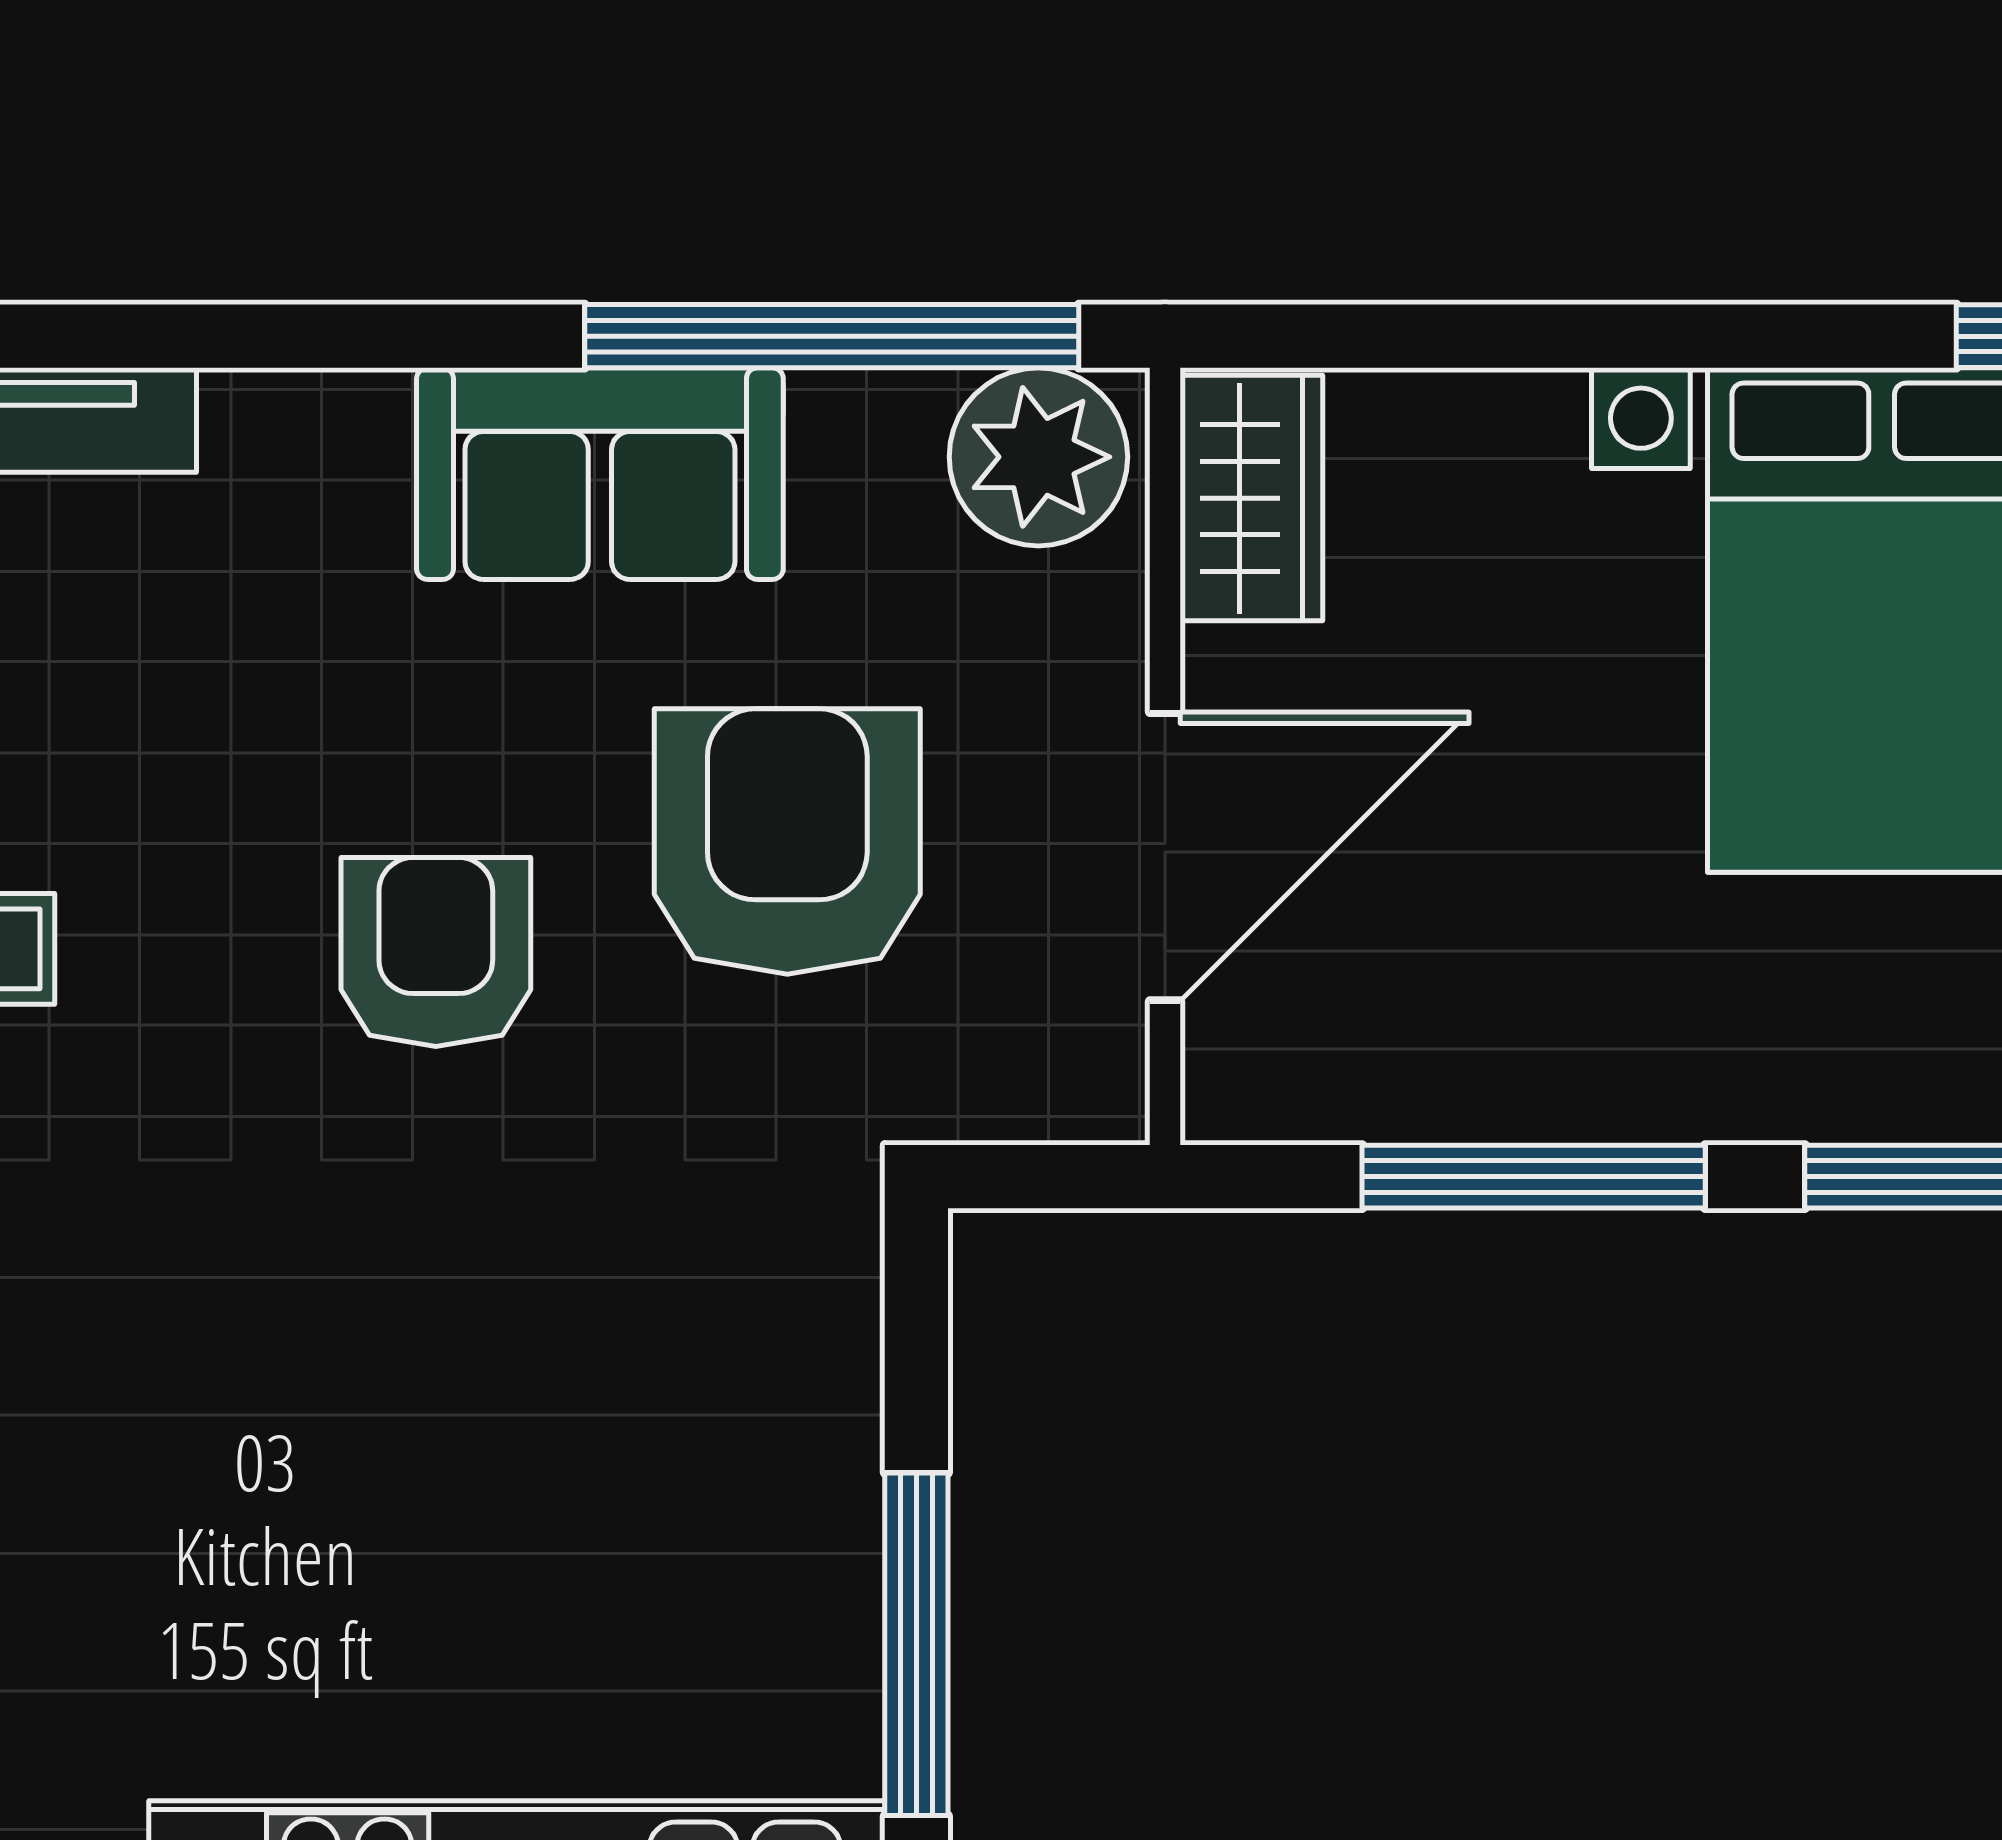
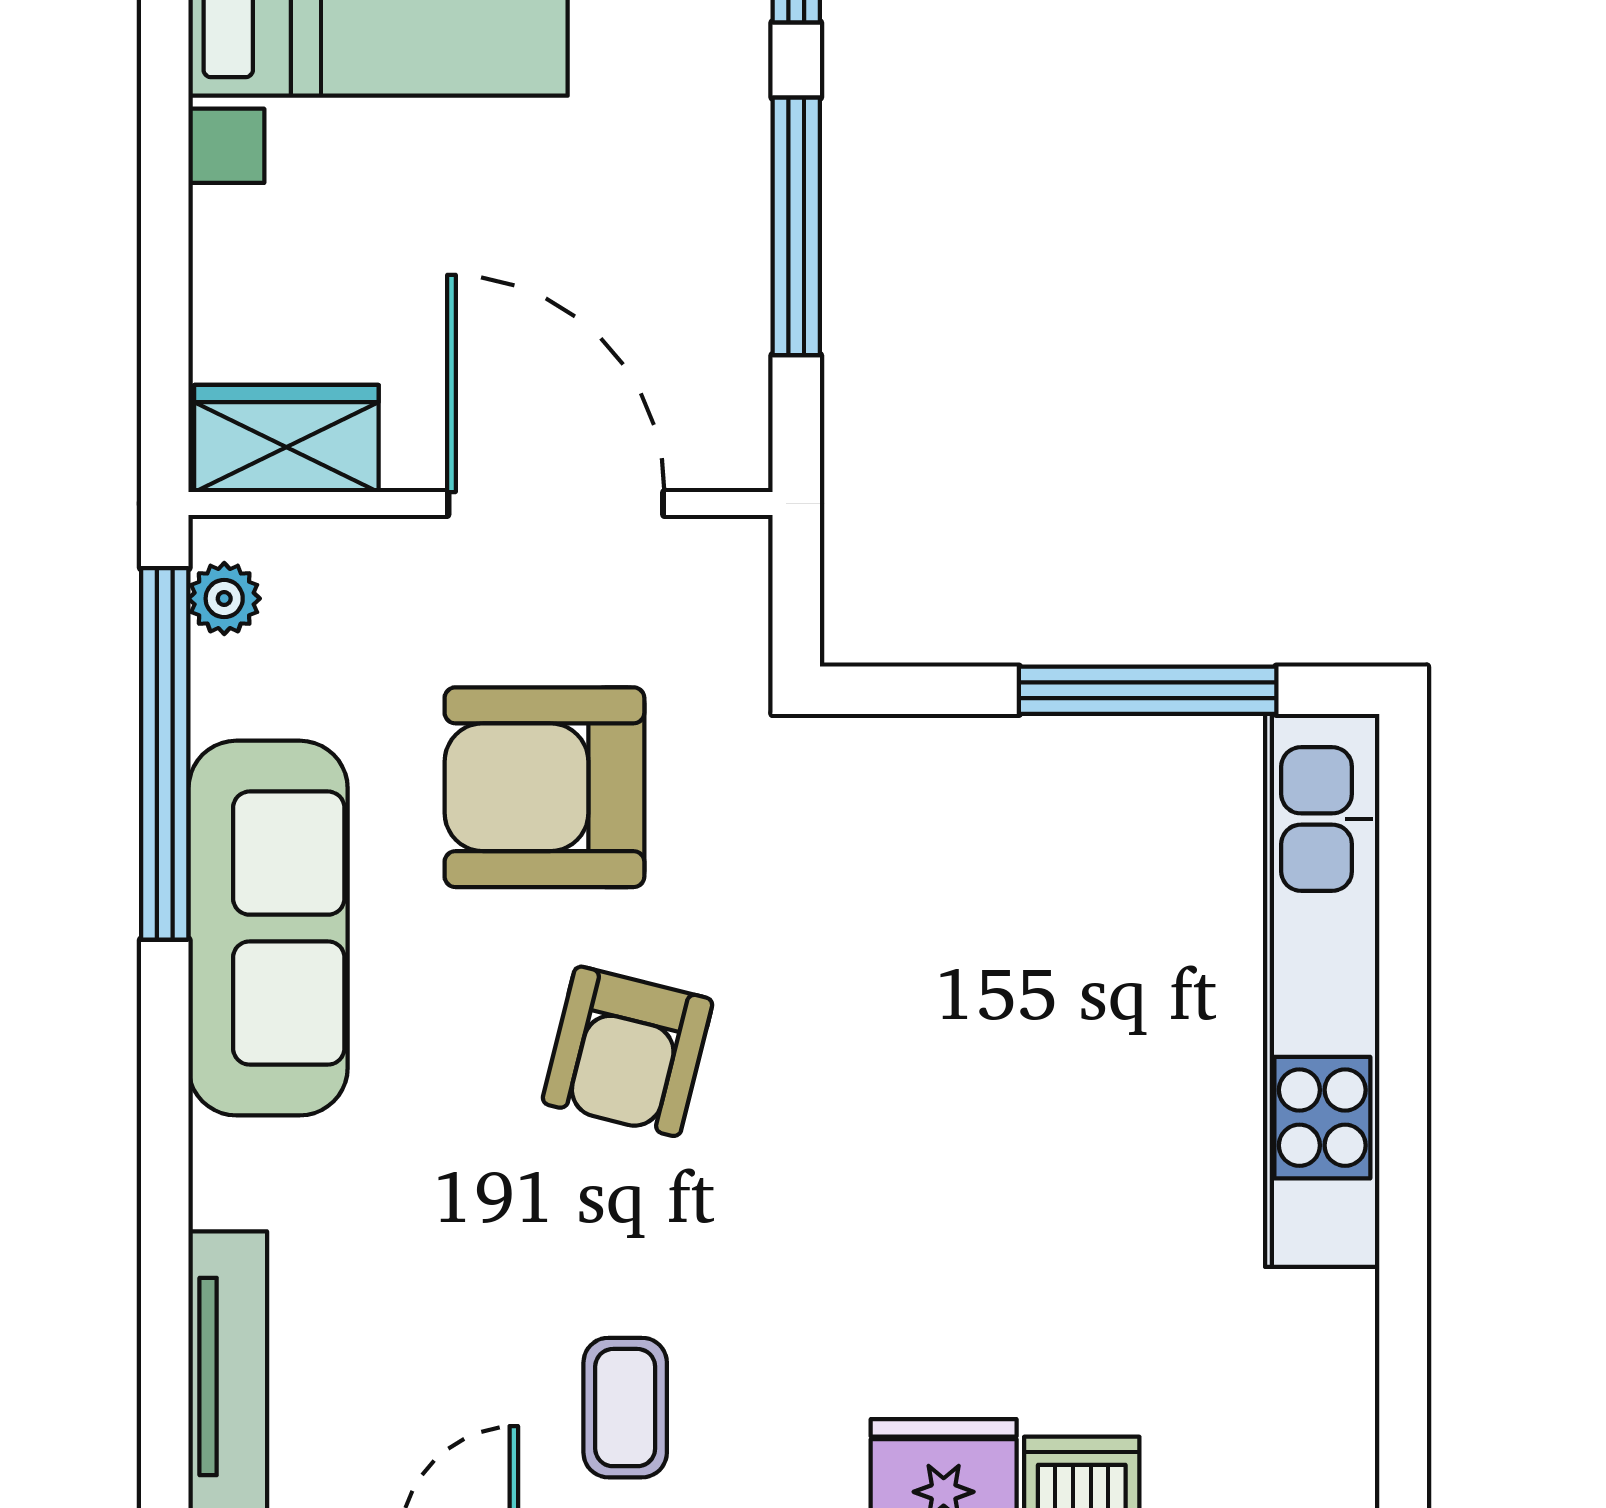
plant: (1038, 457) -> (224, 599), width x0.53, depth x0.53
sofa: (600, 474) -> (268, 928), width x1.36
armchair: (436, 952) -> (628, 1051), turned -76

